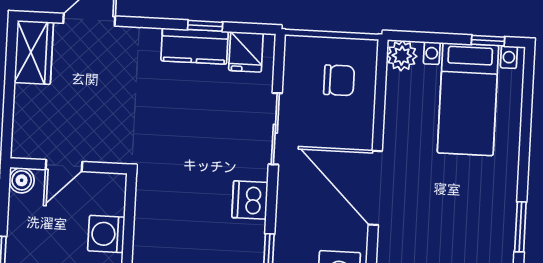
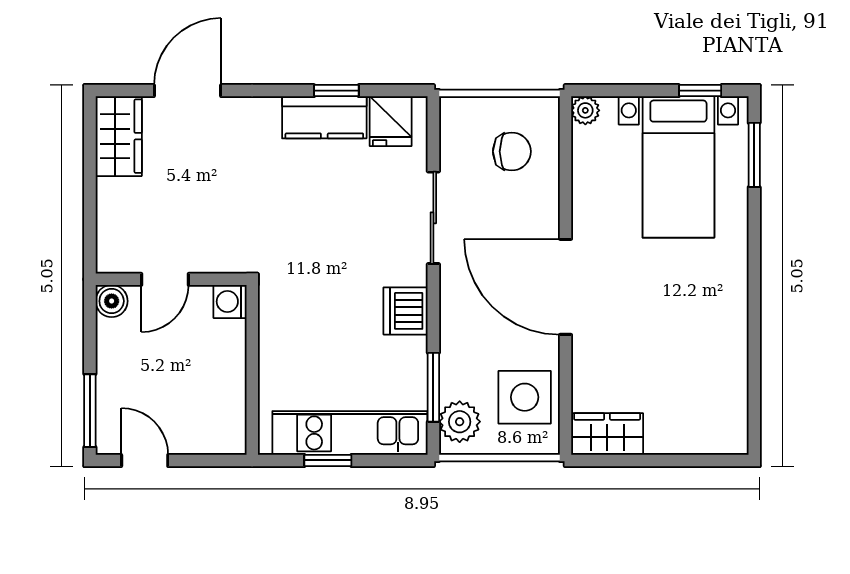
plant: (402, 56) -> (585, 110), width x0.73, depth x0.73
window: (520, 227) -> (754, 155), moved
washing machine: (106, 234) -> (230, 302), moved, width x0.73, depth x0.73

